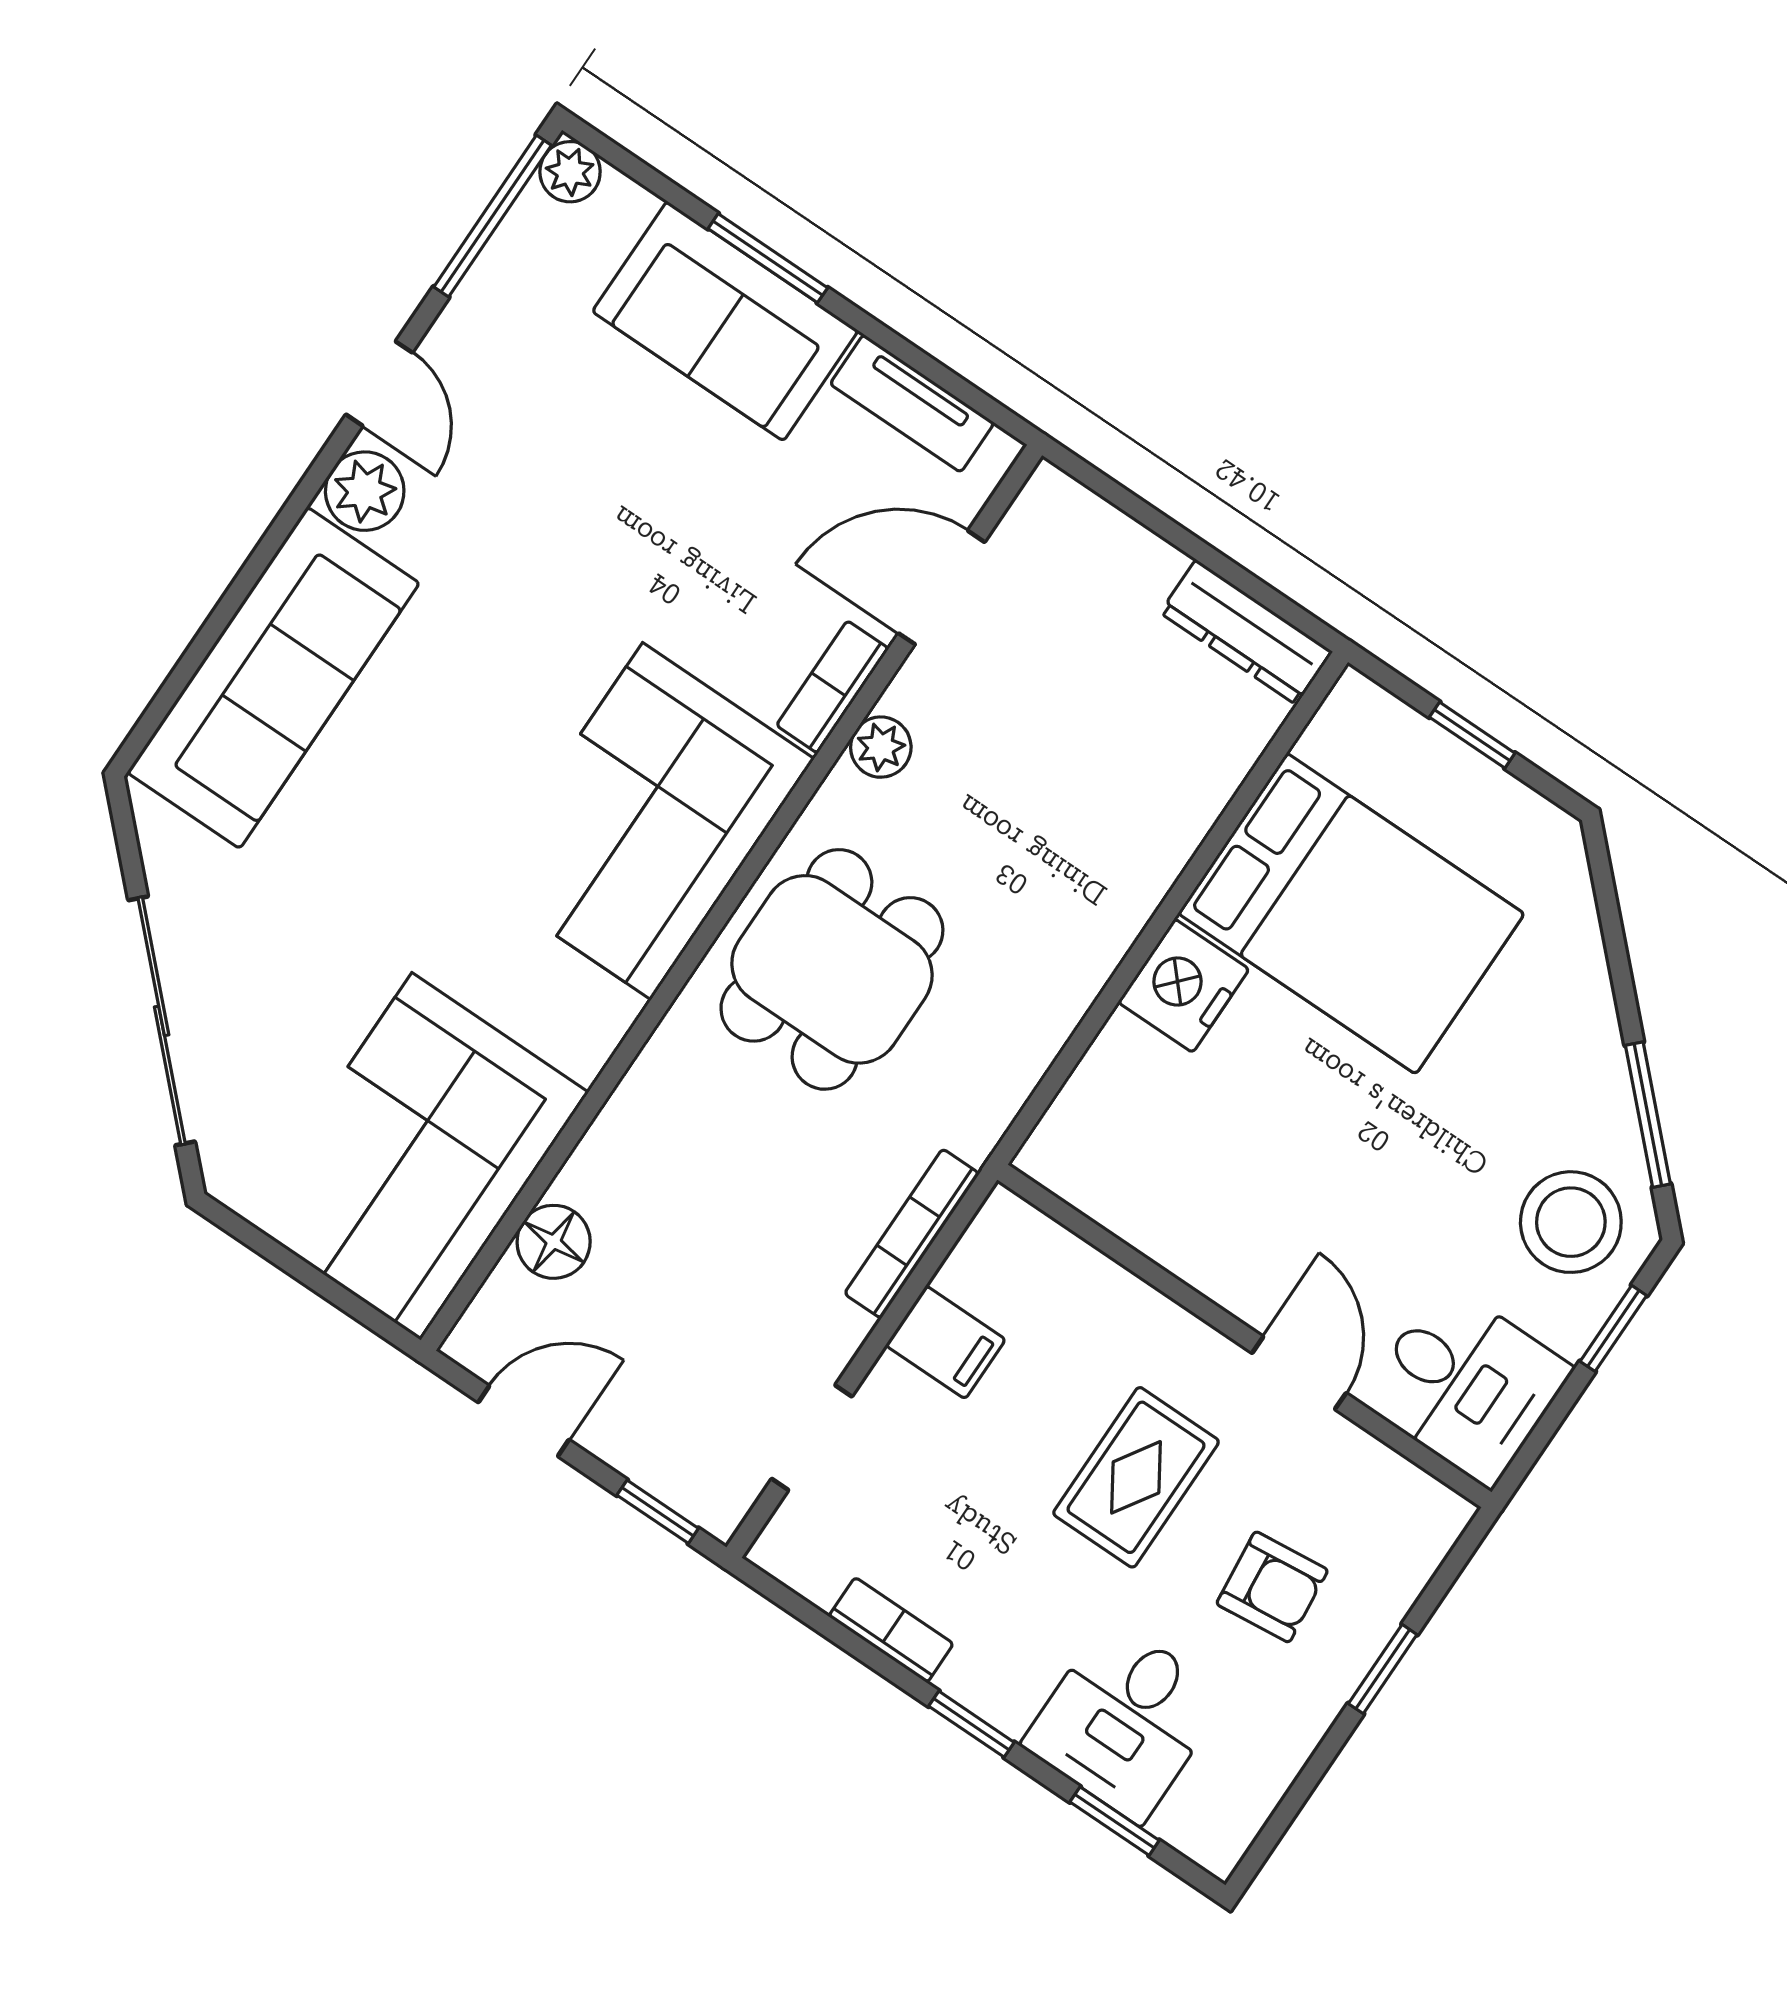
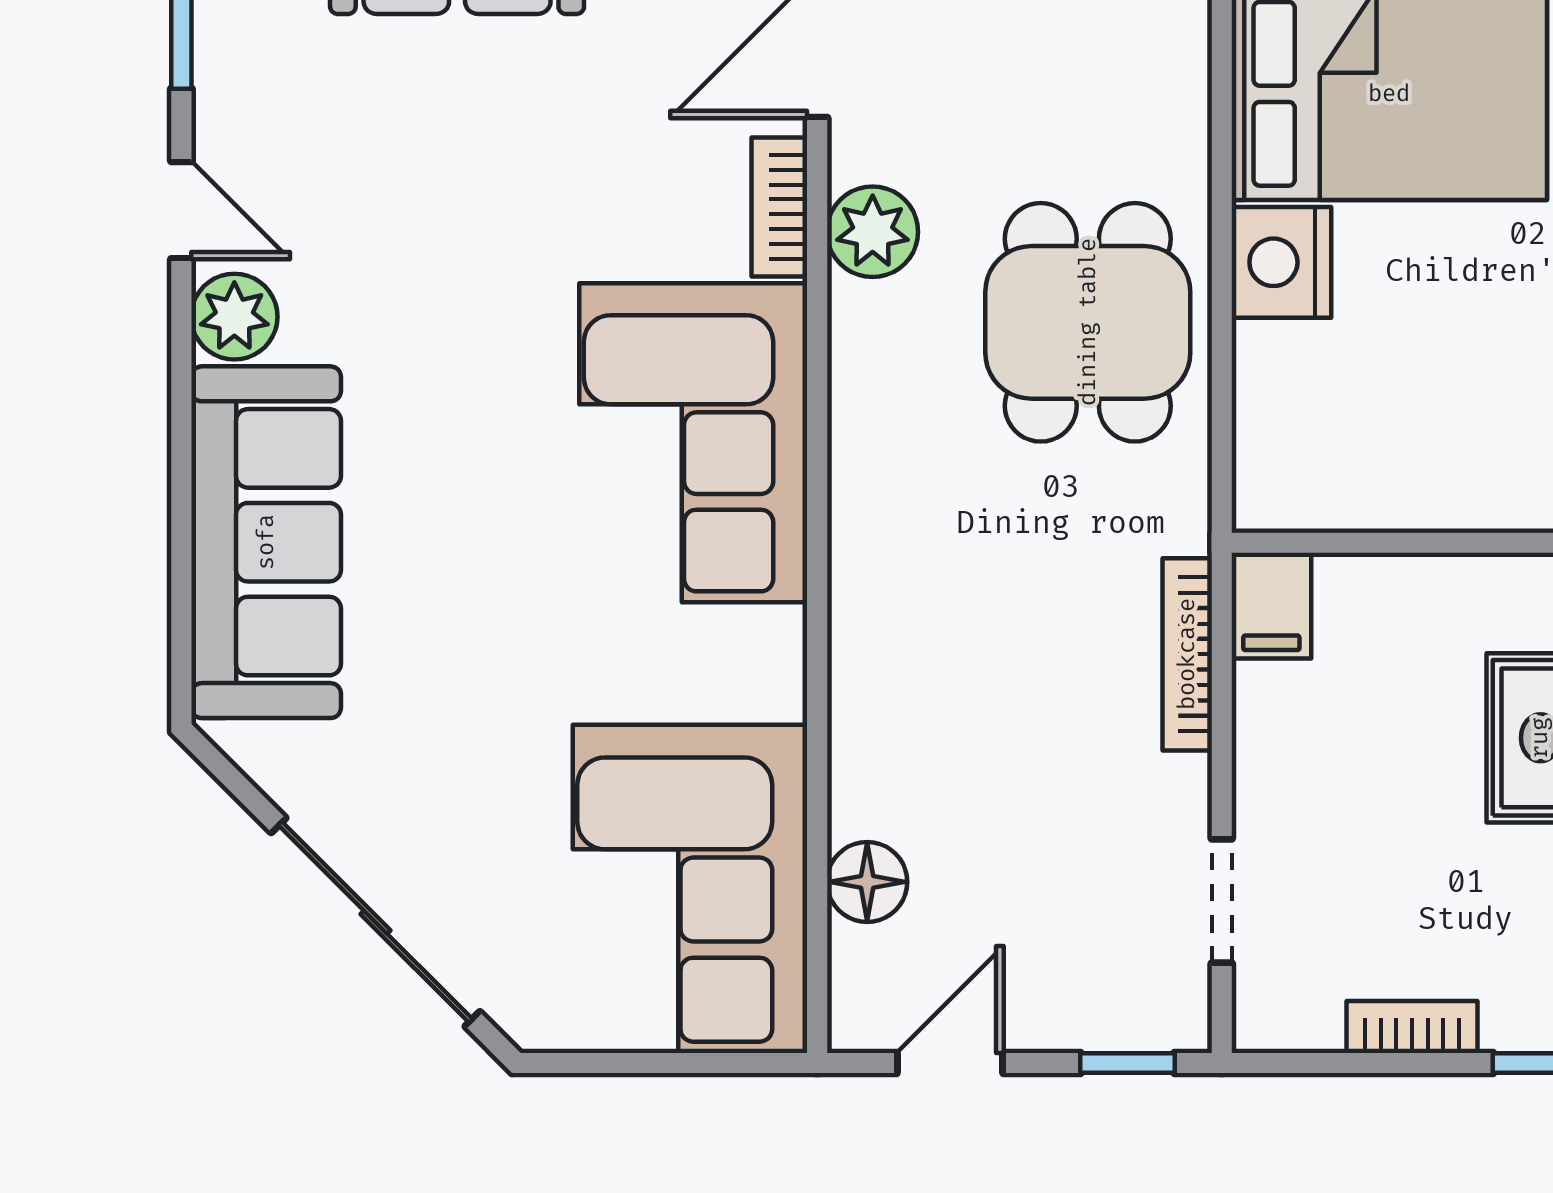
plant: (881, 747) -> (873, 232), width x1.38, depth x1.38
dining table: (832, 969) -> (1088, 322), moved
filing cabinet: (946, 1342) -> (1271, 606), moved, turned 90

